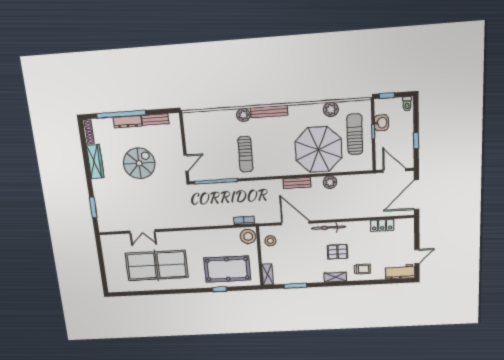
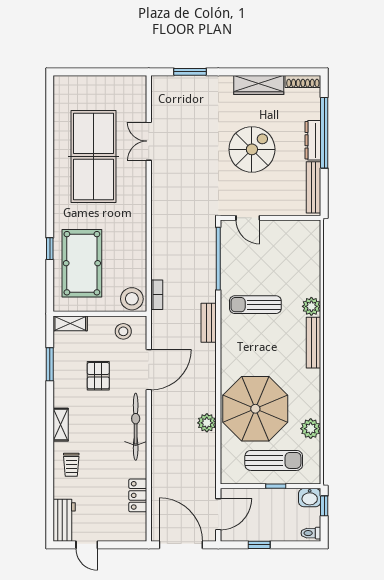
bench: (155, 119) -> (314, 187), width x1.36
washbasin: (381, 123) -> (310, 498), moved
spiral stairs: (139, 163) -> (252, 149), turned -90
bench: (297, 183) -> (209, 323), moved
bicycle: (328, 228) -> (136, 427), width x1.37, depth x1.40
pallet: (337, 252) -> (98, 376), moved

